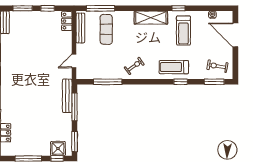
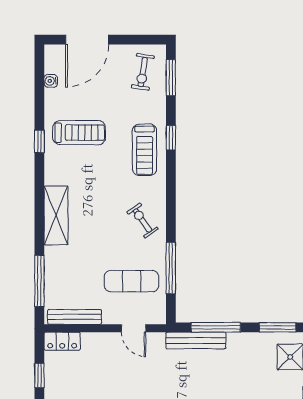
shelving: (151, 18) -> (56, 215), moved
exercise mat: (106, 29) -> (132, 281), moved

